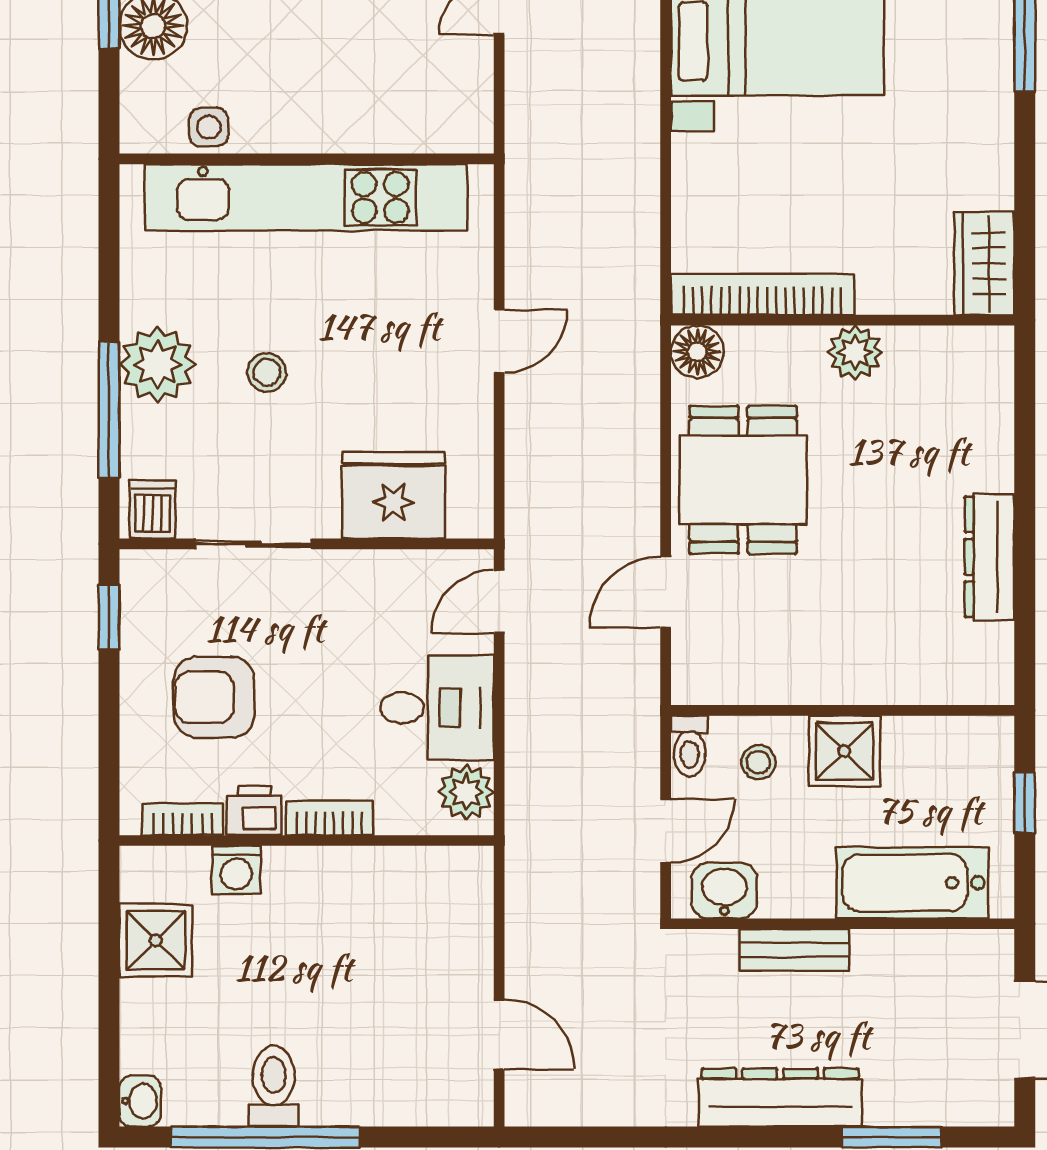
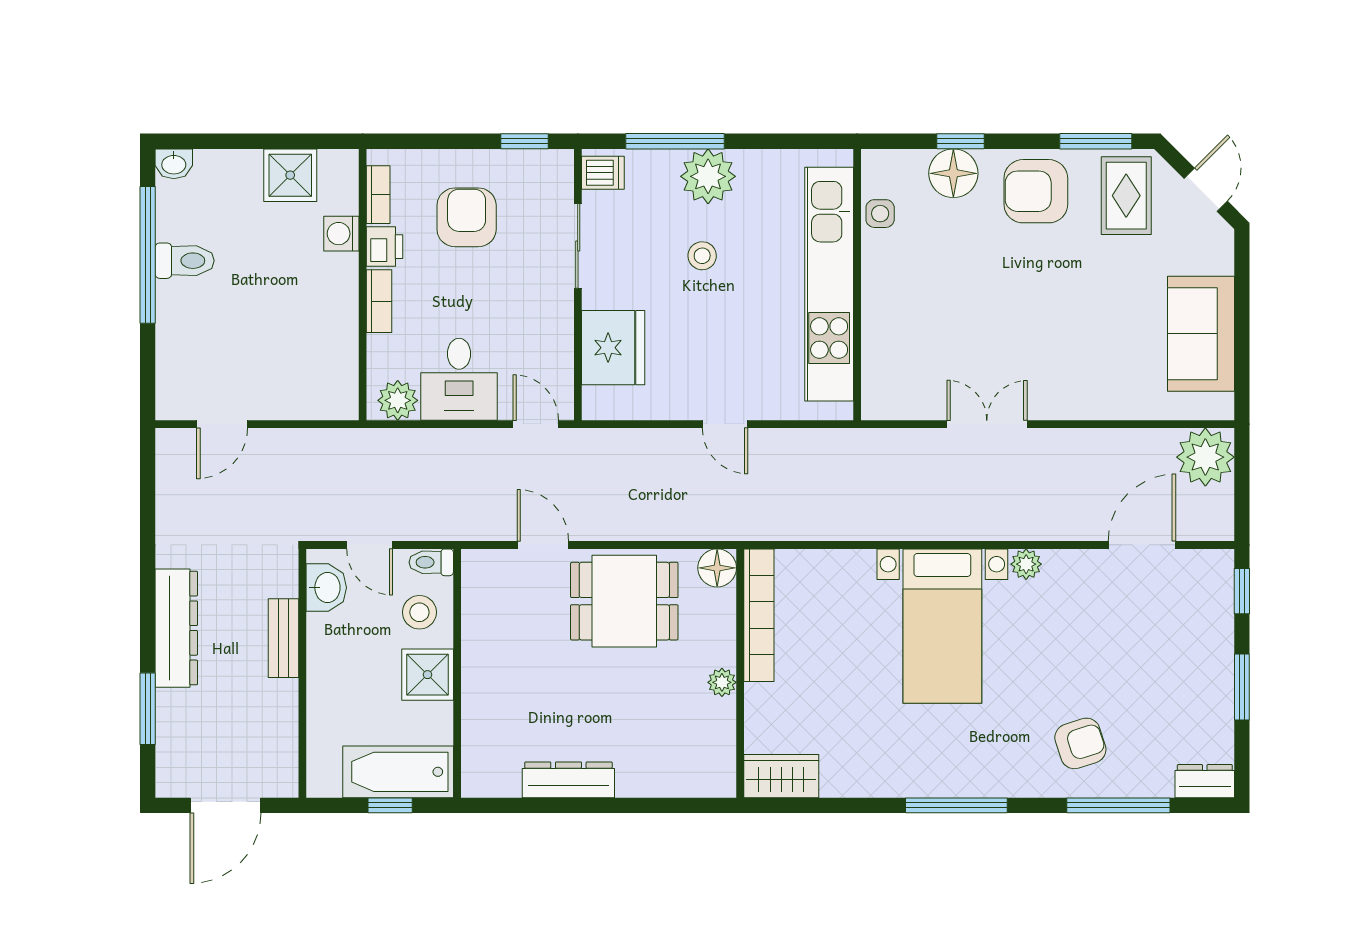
plant: (855, 353) -> (722, 682), width x0.73, depth x0.73
stool: (758, 762) -> (419, 612), width x1.37, depth x1.37
bathtub: (912, 883) -> (398, 772), moved, turned -90

